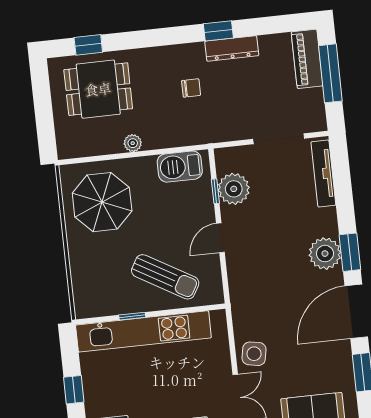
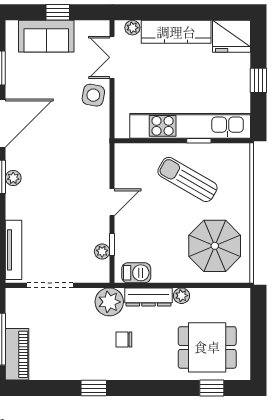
dresser: (232, 48) -> (149, 297), moved, turned 180
plant: (212, 128) -> (109, 302), added
barbecue: (180, 167) -> (136, 273), width x0.73, depth x0.79
plant: (234, 189) -> (102, 252), width x0.53, depth x0.53
plant: (325, 254) -> (13, 178), width x0.53, depth x0.53
sun lounger: (165, 277) -> (187, 179), moved

